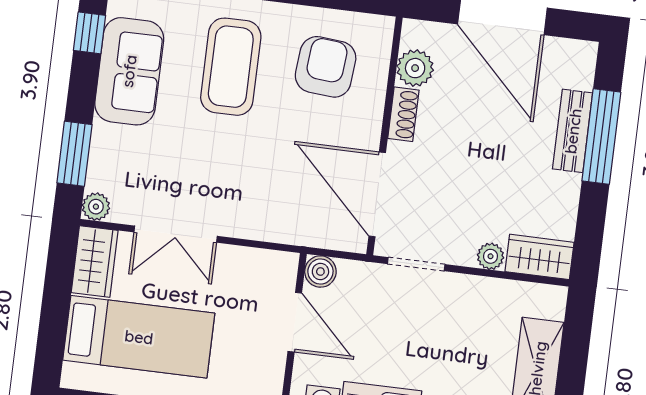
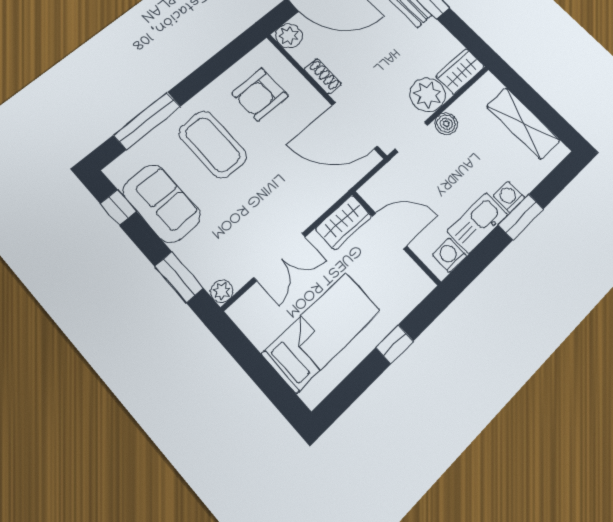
armchair: (326, 67) -> (260, 95), turned -95
plant: (415, 68) -> (289, 36), moved
plant: (490, 256) -> (428, 95), width x1.88, depth x1.88
wardrobe: (95, 262) -> (343, 222), moved, turned 90
boiler: (320, 272) -> (446, 124), moved

